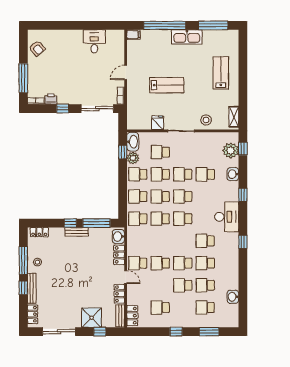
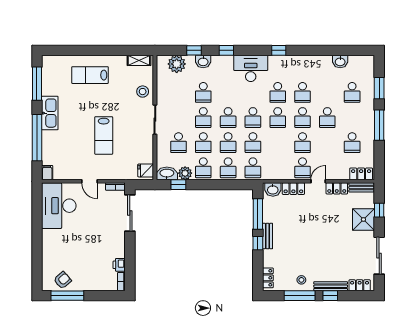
desk: (94, 41) -> (59, 206), width x1.87, depth x1.30
window: (23, 78) -> (67, 296), moved
lab bench: (167, 85) -> (104, 135), turned 180
window: (63, 109) -> (130, 252), removed
fridge: (158, 123) -> (146, 170), moved
window: (243, 149) -> (194, 50), moved
school desk: (205, 285) -> (278, 118), moved
window: (176, 332) -> (379, 125), width x2.17

